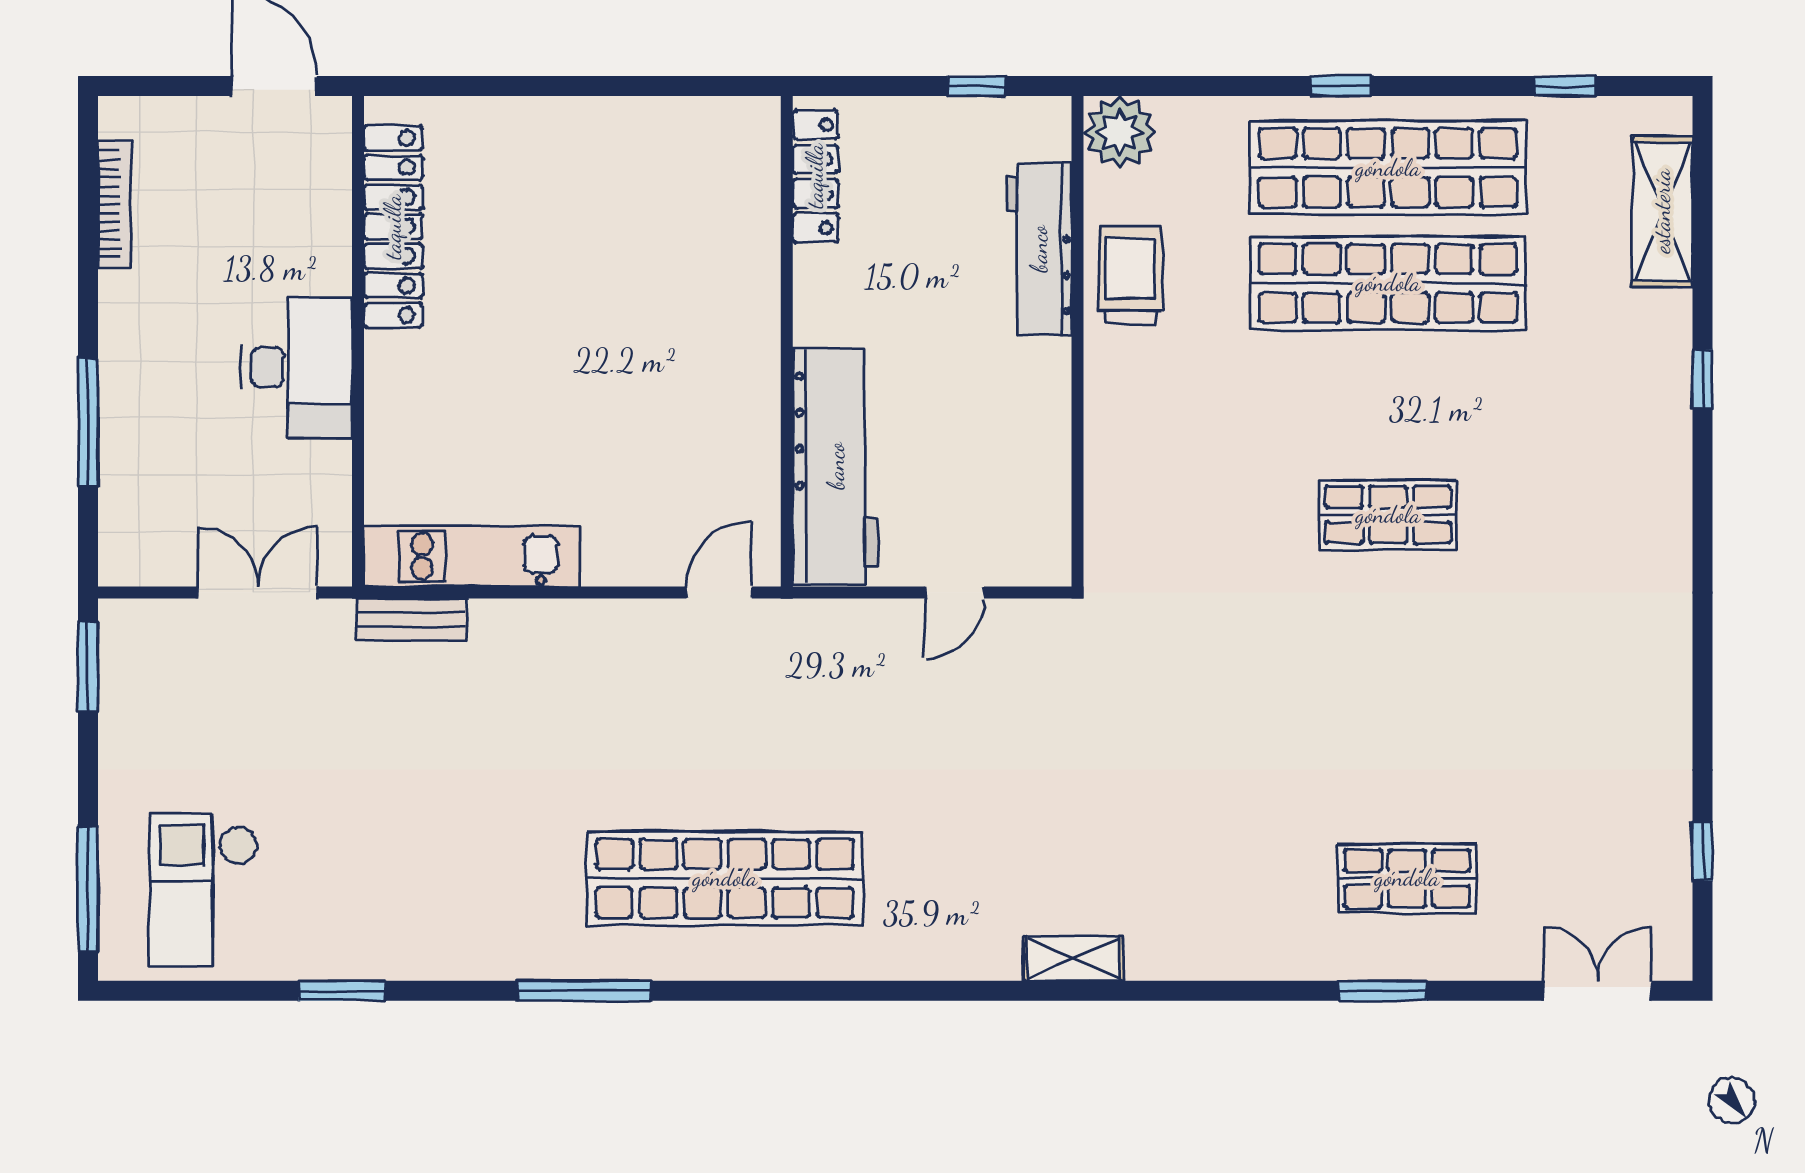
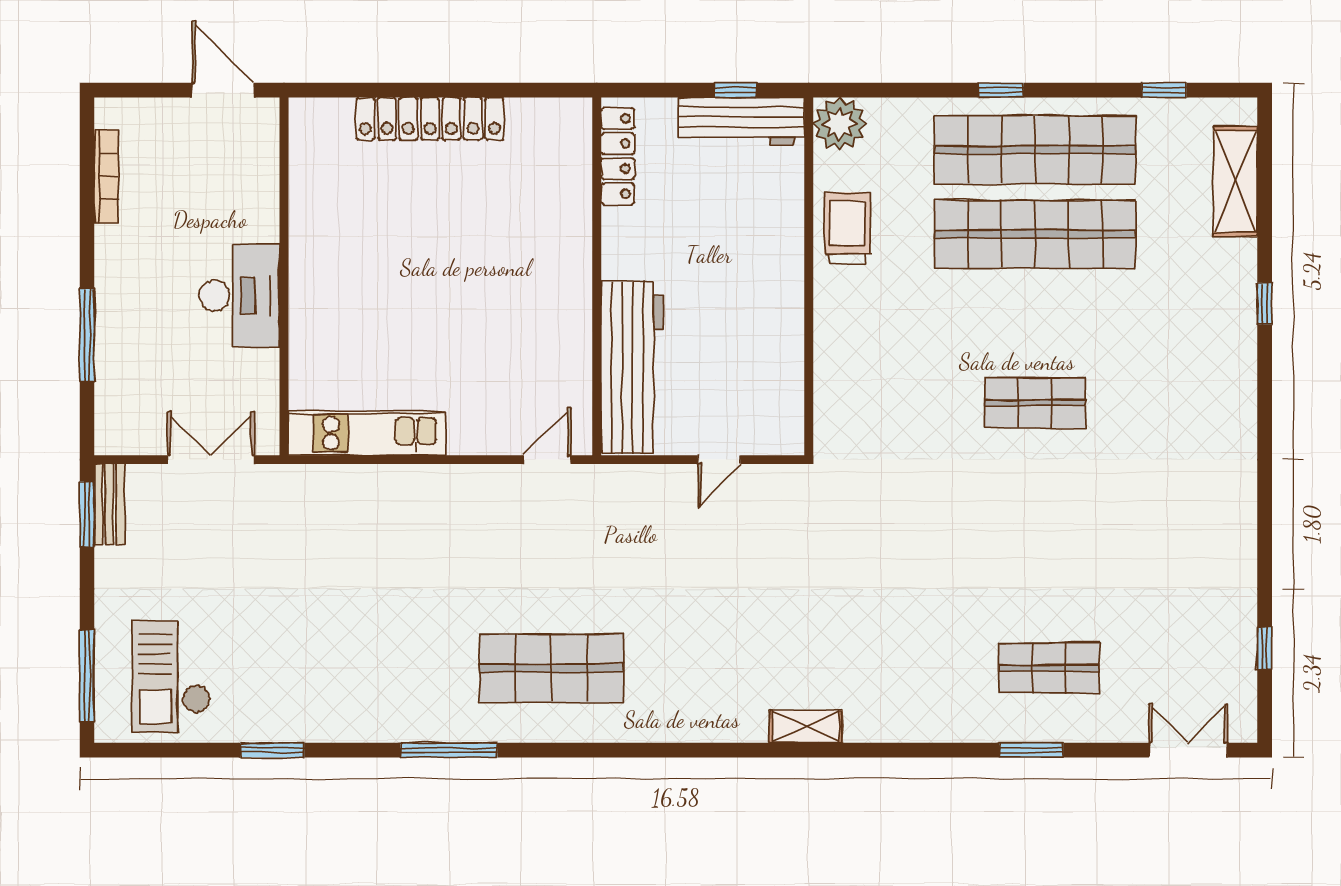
locker: (393, 227) -> (430, 119), moved, turned 90
workbench: (1039, 249) -> (741, 121), moved, turned -90
bench: (411, 619) -> (109, 504), moved, turned 90
shop shelf: (725, 878) -> (551, 668), width x0.71

